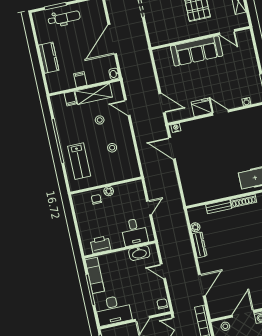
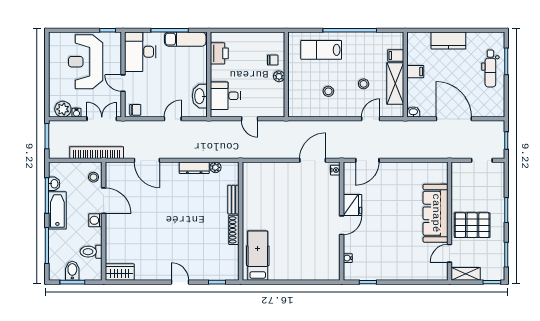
door: (227, 32) -> (450, 253), moved
wall: (201, 38) -> (450, 221), moved
sofa: (197, 51) -> (436, 213), moved

